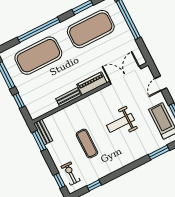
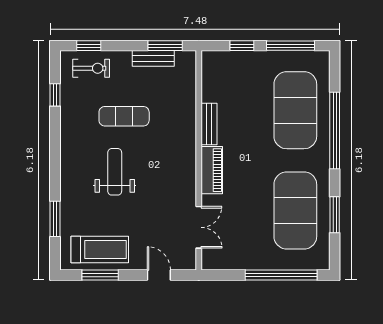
double door: (125, 75) -> (199, 227), width x0.73
weight bench: (121, 123) -> (115, 172), moved
bench: (43, 132) -> (153, 58), moved

